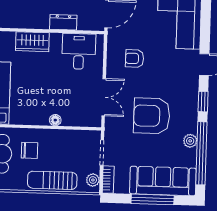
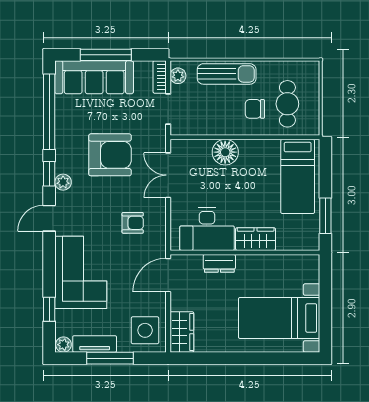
desk: (79, 51) -> (207, 229), width x1.37
floor lamp: (55, 120) -> (225, 152), width x1.89, depth x1.89
plant: (190, 141) -> (63, 182), moved

